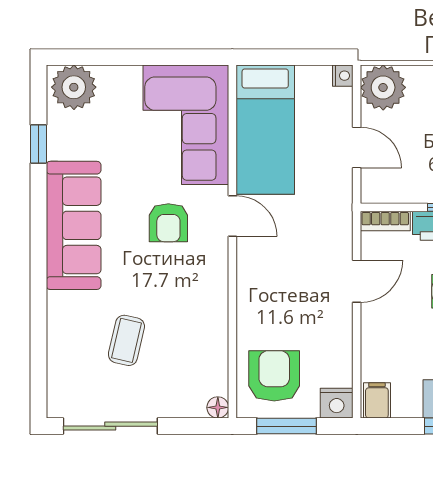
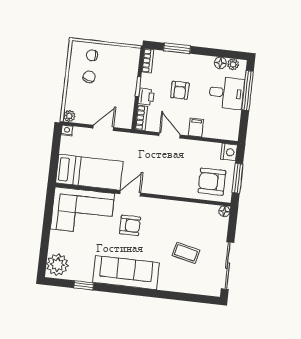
plant: (383, 87) -> (69, 116), width x0.53, depth x0.53
filing cabinet: (377, 400) -> (196, 128), moved, turned 90

